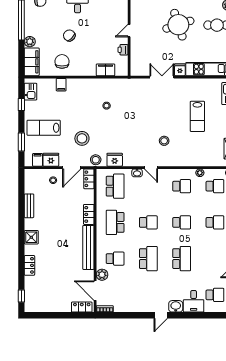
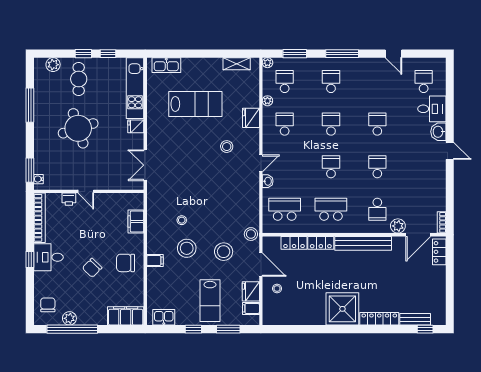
plant: (30, 42) -> (69, 318), moved
printer: (123, 50) -> (69, 199), moved
chair: (62, 61) -> (125, 263), moved
double door: (162, 77) -> (145, 165), moved
filing cabinet: (61, 85) -> (155, 261), moved
window: (21, 105) -> (193, 329), moved
stool: (85, 110) -> (187, 248), added
lab bench: (197, 116) -> (195, 104), width x1.36, depth x1.39
fridge: (115, 160) -> (251, 118), moved
locker: (89, 179) -> (294, 243), moved
bench: (29, 206) -> (415, 319), moved
school desk: (115, 222) -> (331, 209), turned 180
shower: (31, 237) -> (342, 309), width x1.86, depth x1.86
school desk: (115, 259) -> (377, 209), turned 180
school desk: (148, 259) -> (377, 167), width x0.54
school desk: (182, 259) -> (377, 124), width x0.54
locker: (29, 265) -> (379, 319), width x1.53

